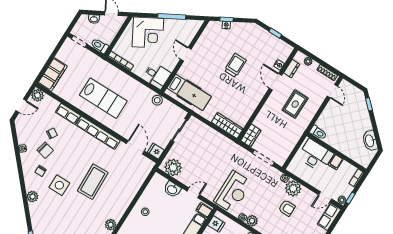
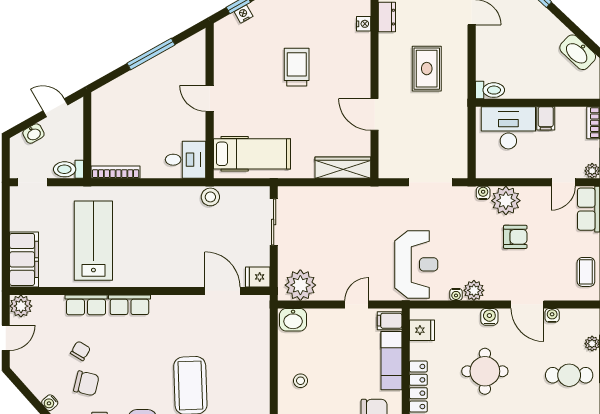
corner desk: (148, 33) -> (130, 102), removed
door: (275, 82) -> (375, 115), moved
lab bench: (103, 98) -> (93, 241), moved, turned -90
row of seats: (98, 133) -> (129, 305), width x0.50
wardrobe: (251, 135) -> (389, 160), removed
washbasin: (172, 189) -> (293, 320), moved

